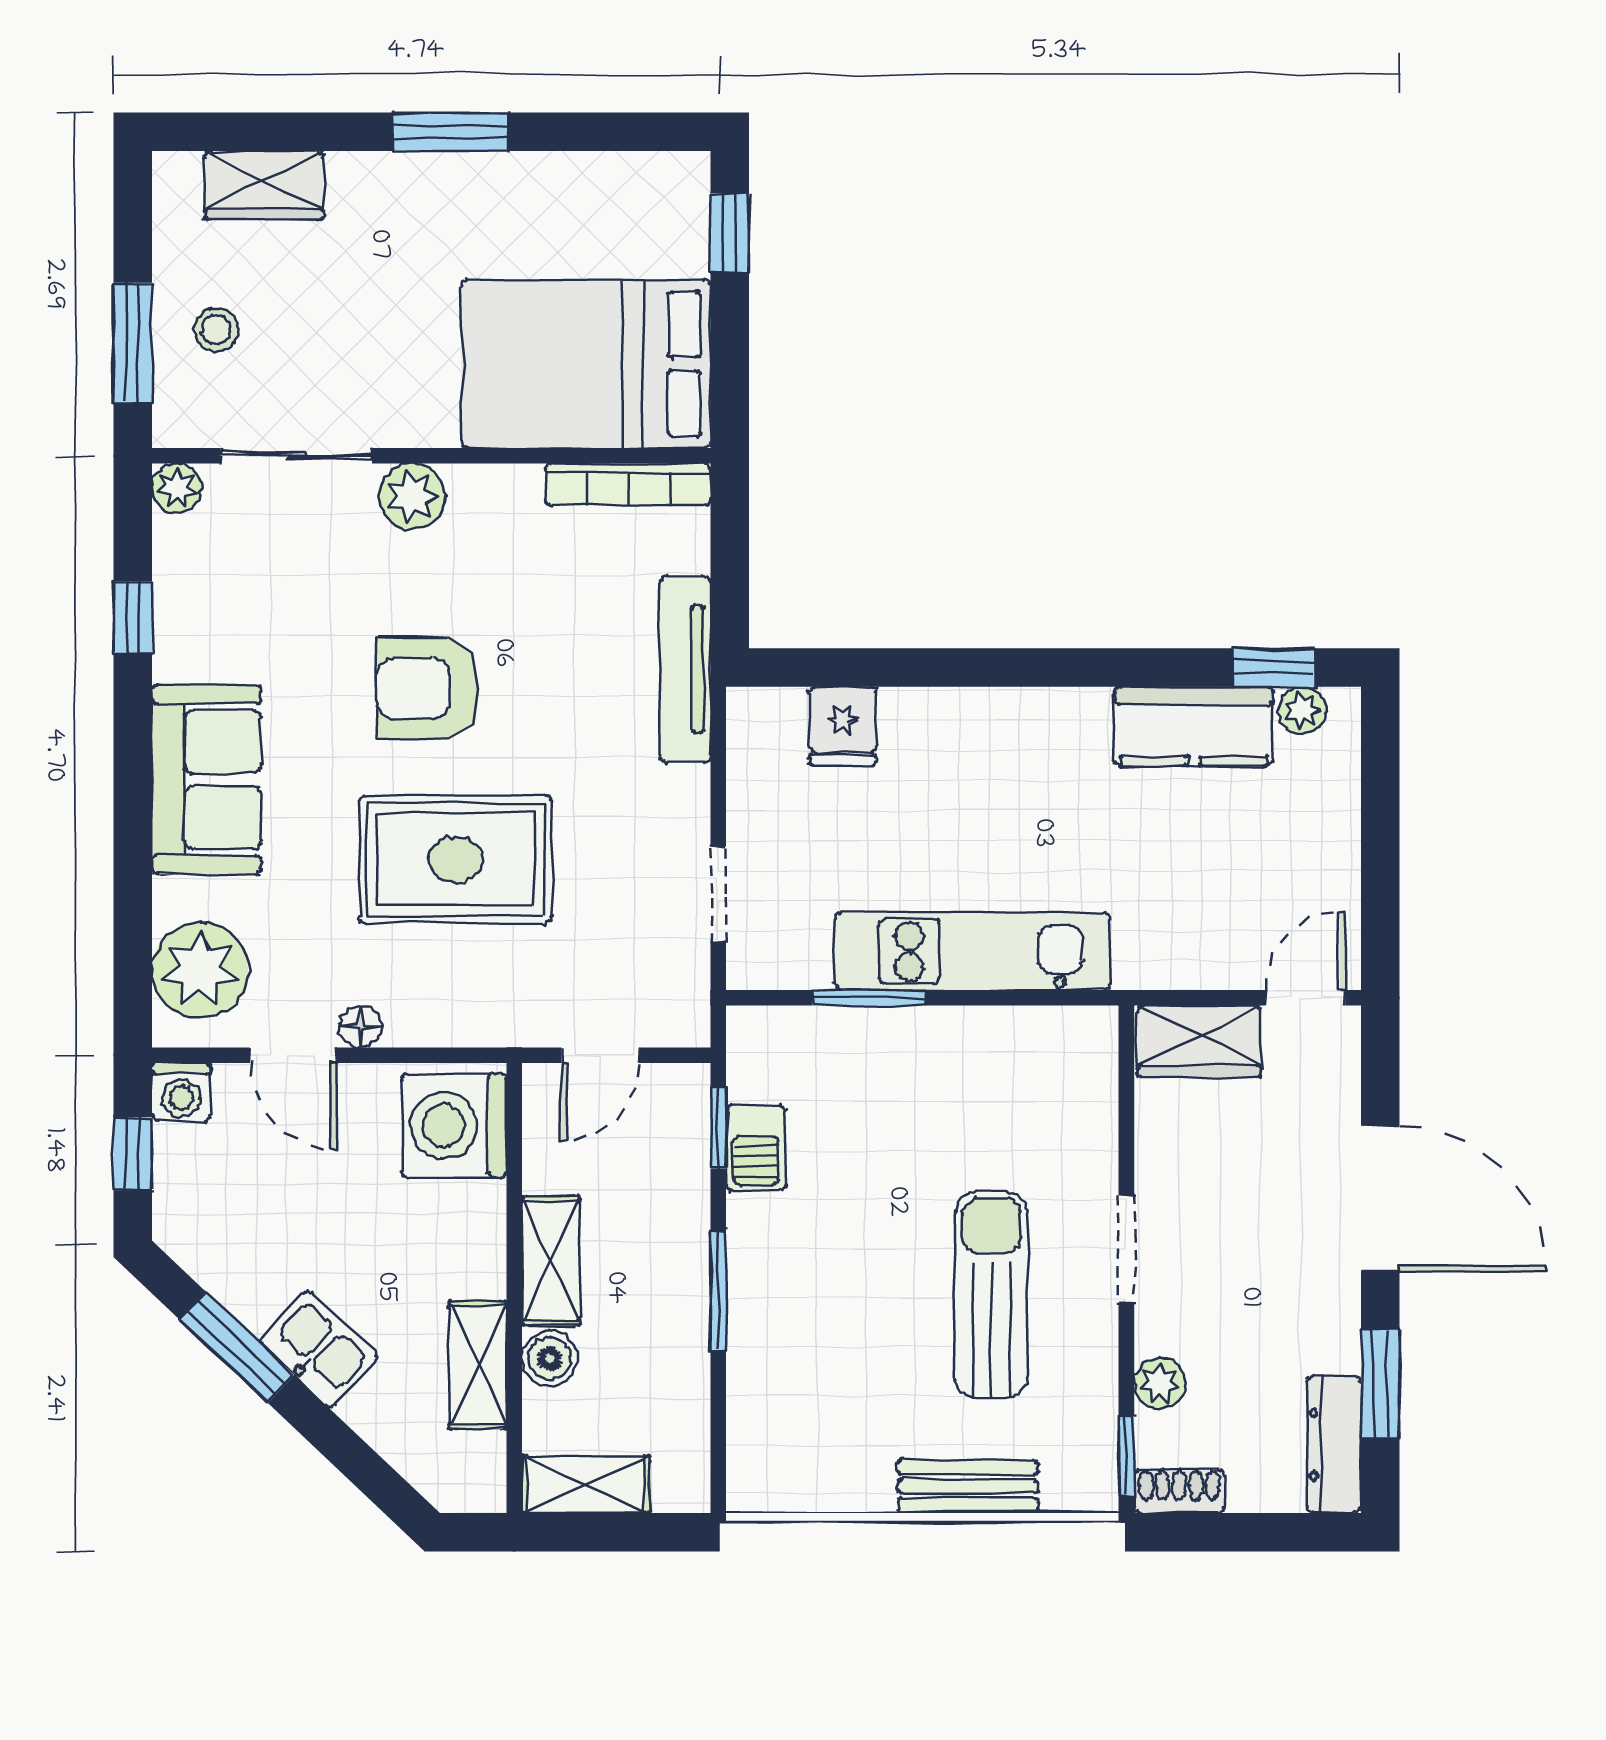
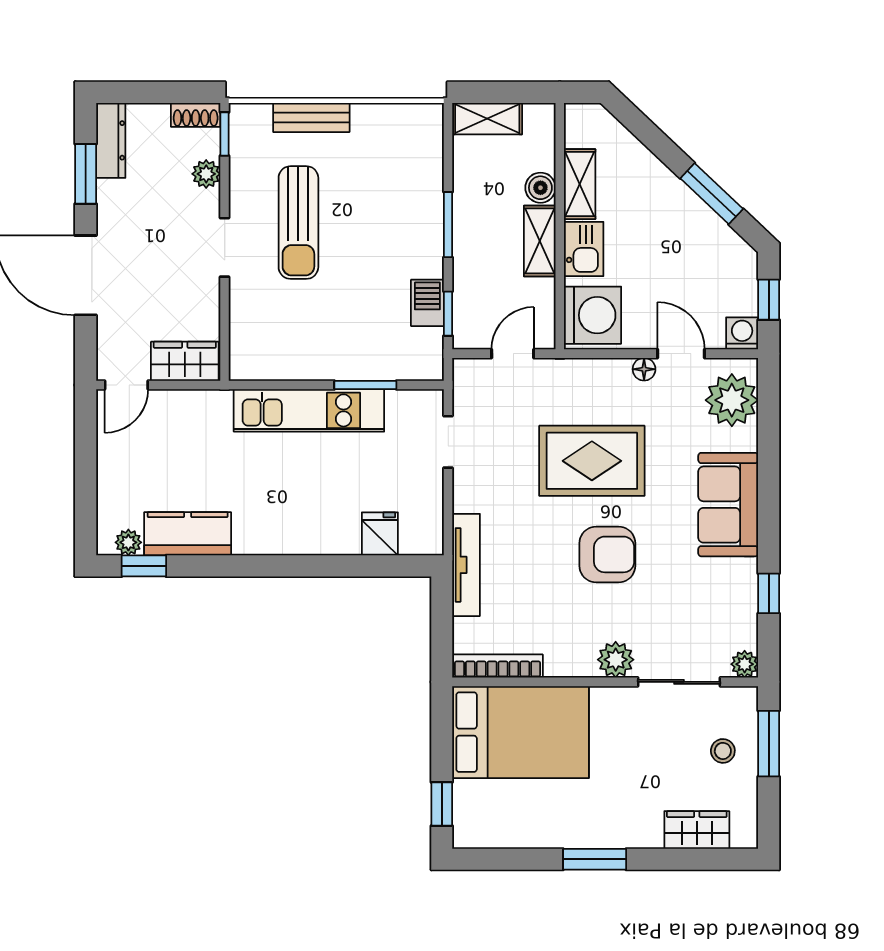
kitchen sink: (319, 1349) -> (584, 249), moved, turned -133
shelving: (586, 1484) -> (487, 119), moved

